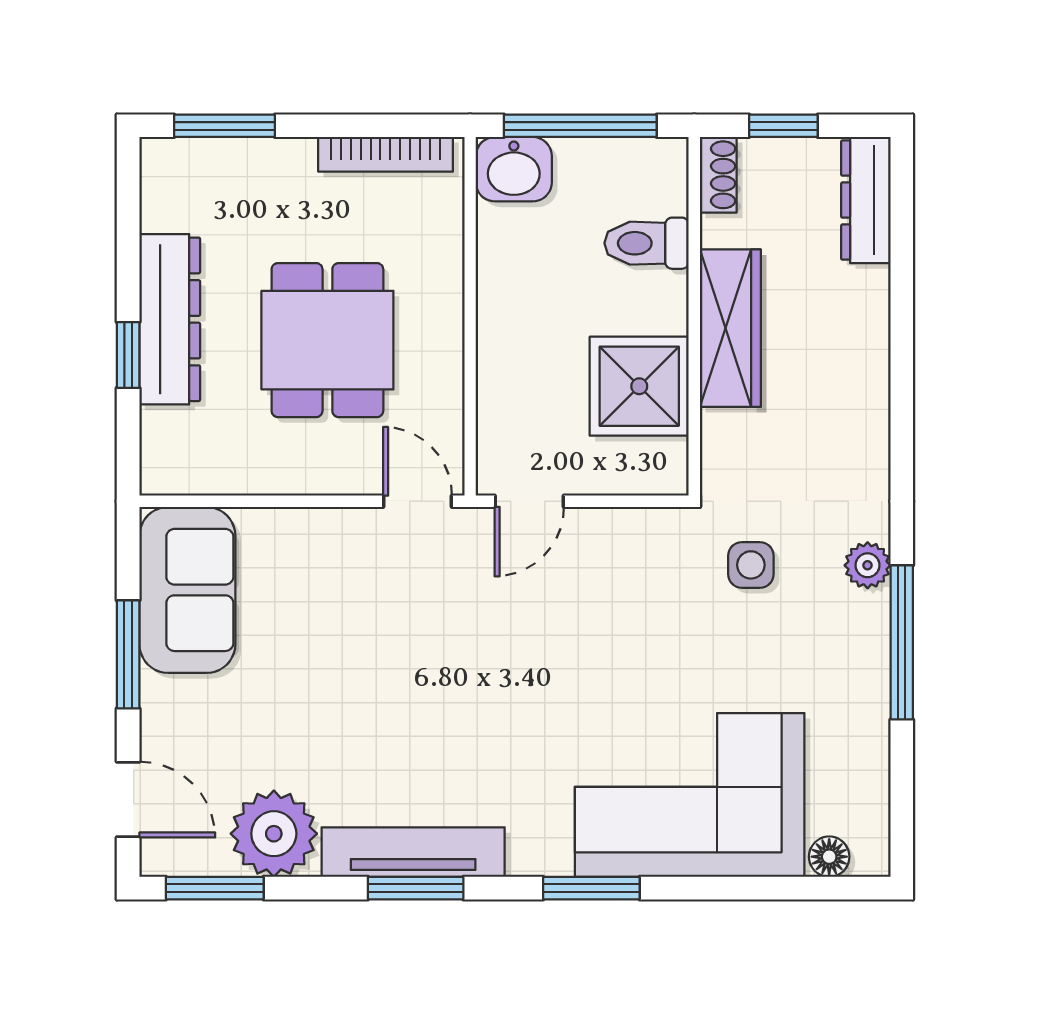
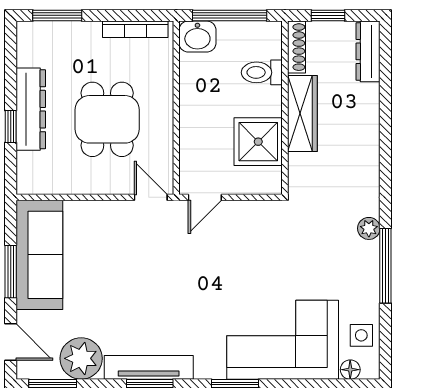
shoe rack: (718, 175) -> (297, 47), width x1.43
side table: (751, 565) -> (361, 335), moved
sofa: (187, 590) -> (39, 255), width x1.36

